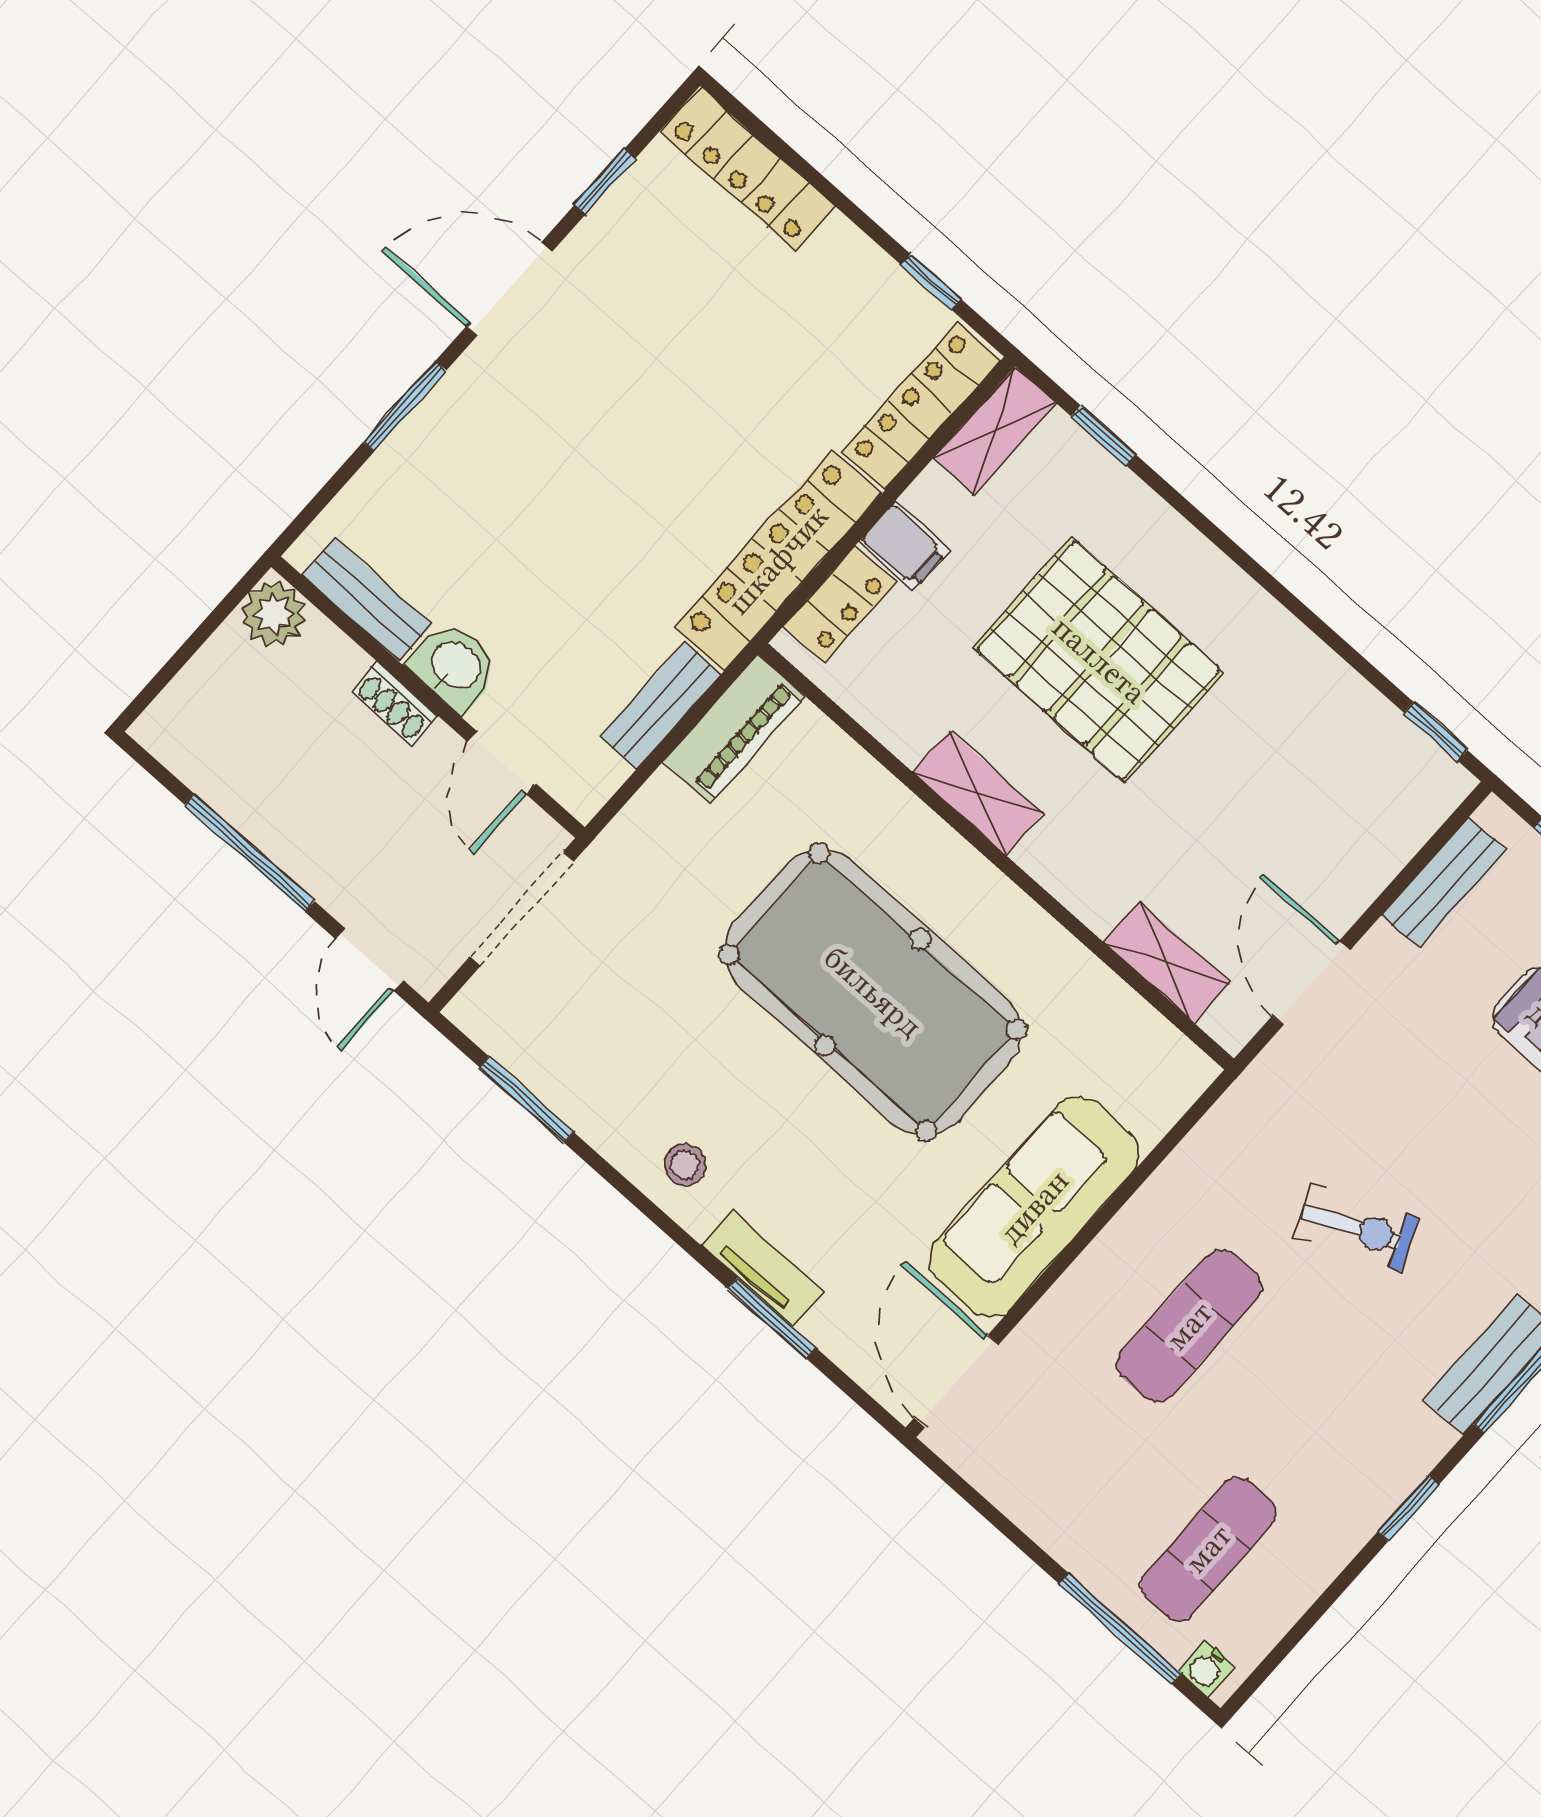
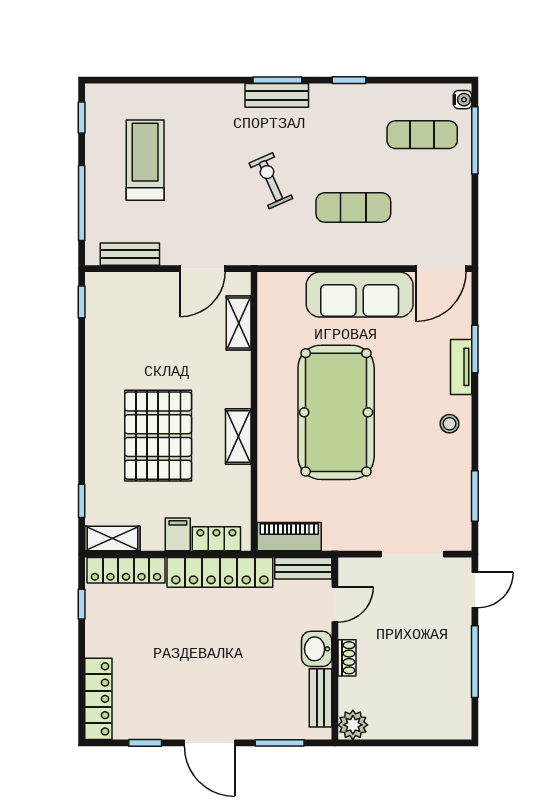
bench: (367, 600) -> (320, 698), moved
plant: (274, 614) -> (353, 725), moved
washbasin: (454, 666) -> (317, 649), moved
wall: (428, 697) -> (335, 649), moved
shoe rack: (394, 704) -> (347, 658), moved
door: (502, 763) -> (335, 604), moved

